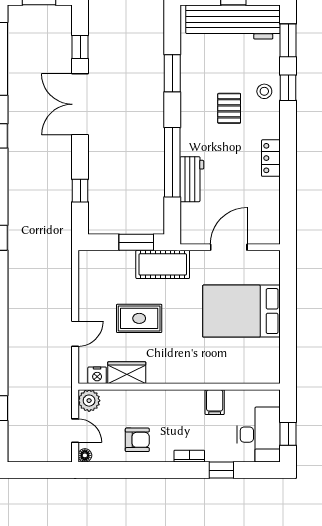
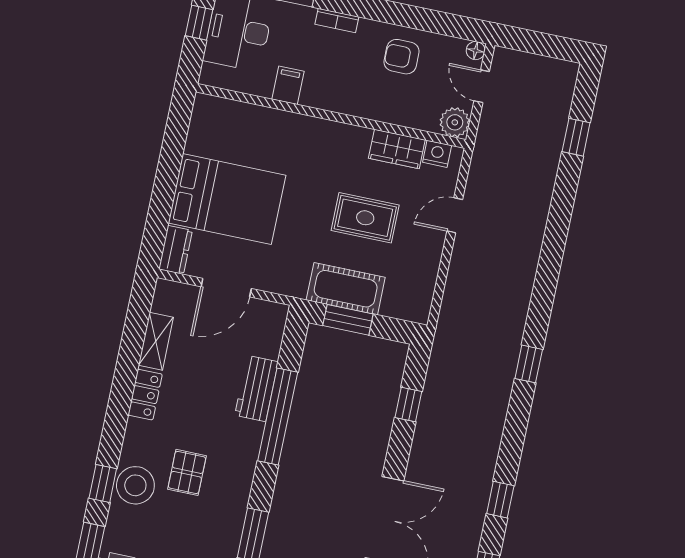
stool: (264, 91) -> (135, 485), width x1.89, depth x1.89
shelving: (271, 198) -> (156, 341), added
cot: (163, 264) -> (346, 289), moved
dresser: (271, 267) -> (175, 250), added

